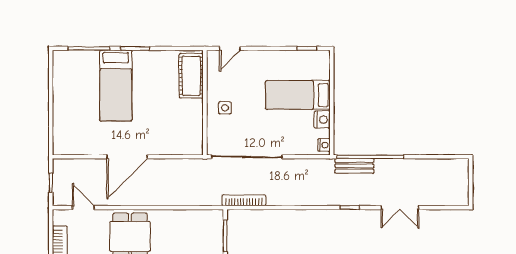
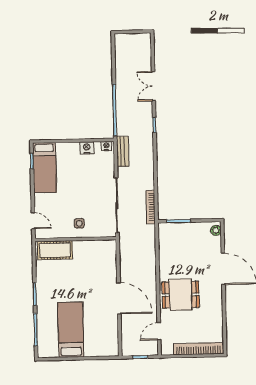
bed: (116, 86) -> (71, 330), moved, turned -90
bed: (298, 95) -> (45, 168), moved
bench: (354, 166) -> (123, 151), moved
double door: (400, 208) -> (153, 86), swing flipped

